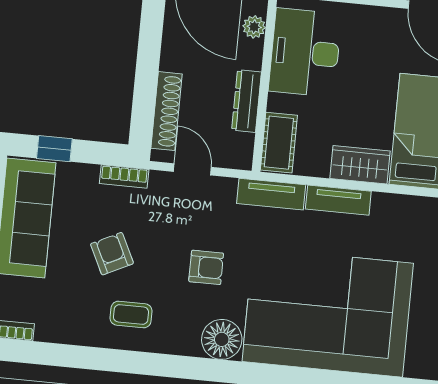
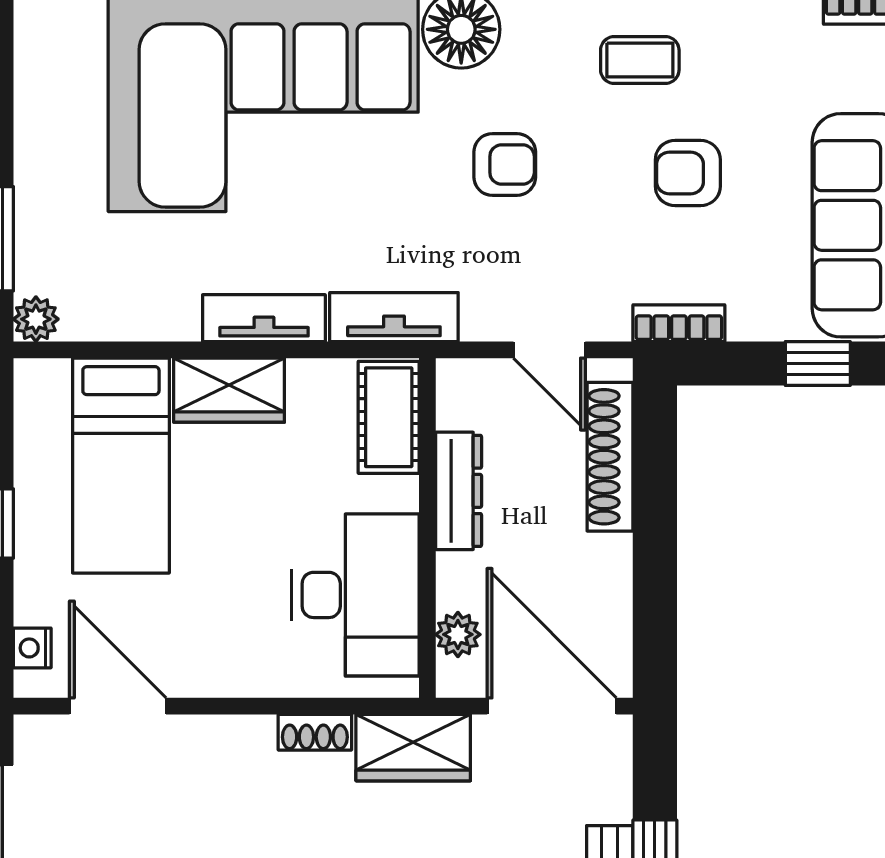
armchair: (112, 254) -> (688, 173), turned 116
armchair: (206, 267) -> (505, 165), turned 180

